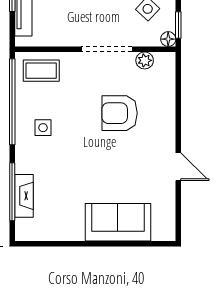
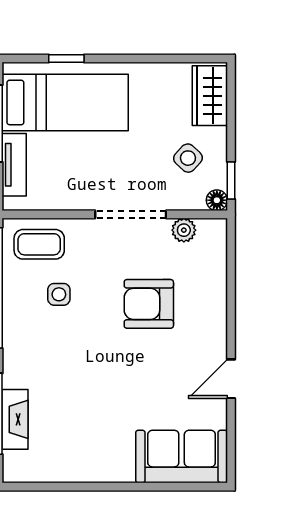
side table: (43, 128) -> (59, 294), moved
door: (178, 167) -> (231, 379), swing flipped
sofa: (118, 222) -> (182, 456), moved

